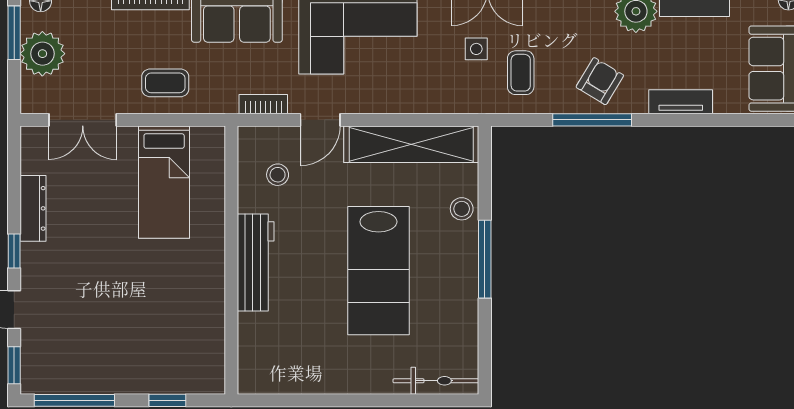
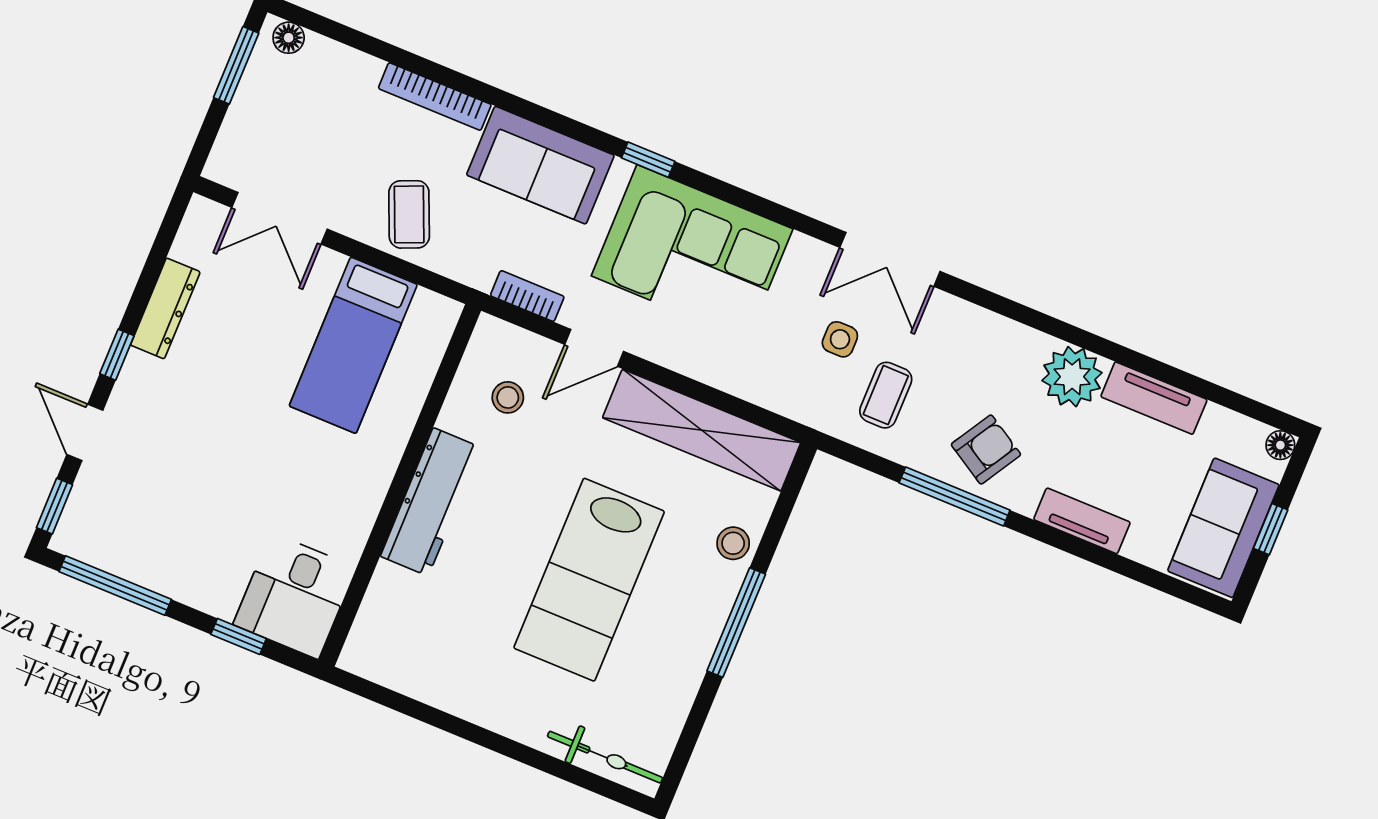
plant: (42, 54) -> (262, 109), removed
coffee table: (165, 83) -> (409, 214), turned 67
desk: (193, 359) -> (295, 596), added

